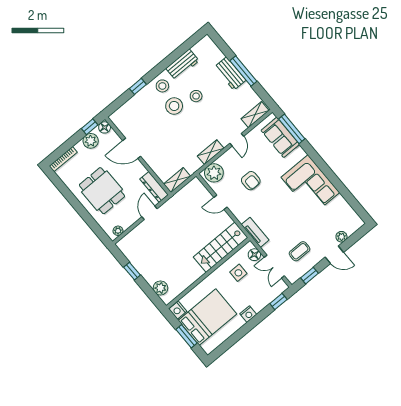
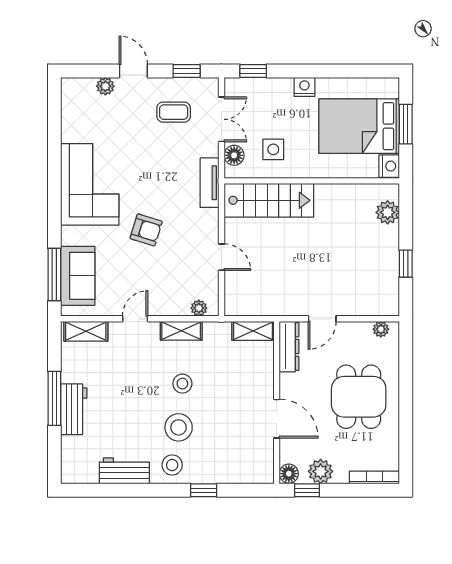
stool: (196, 96) -> (182, 384), moved
plant: (214, 173) -> (199, 308), width x0.53, depth x0.53
armchair: (251, 181) -> (146, 230), moved, turned 107

